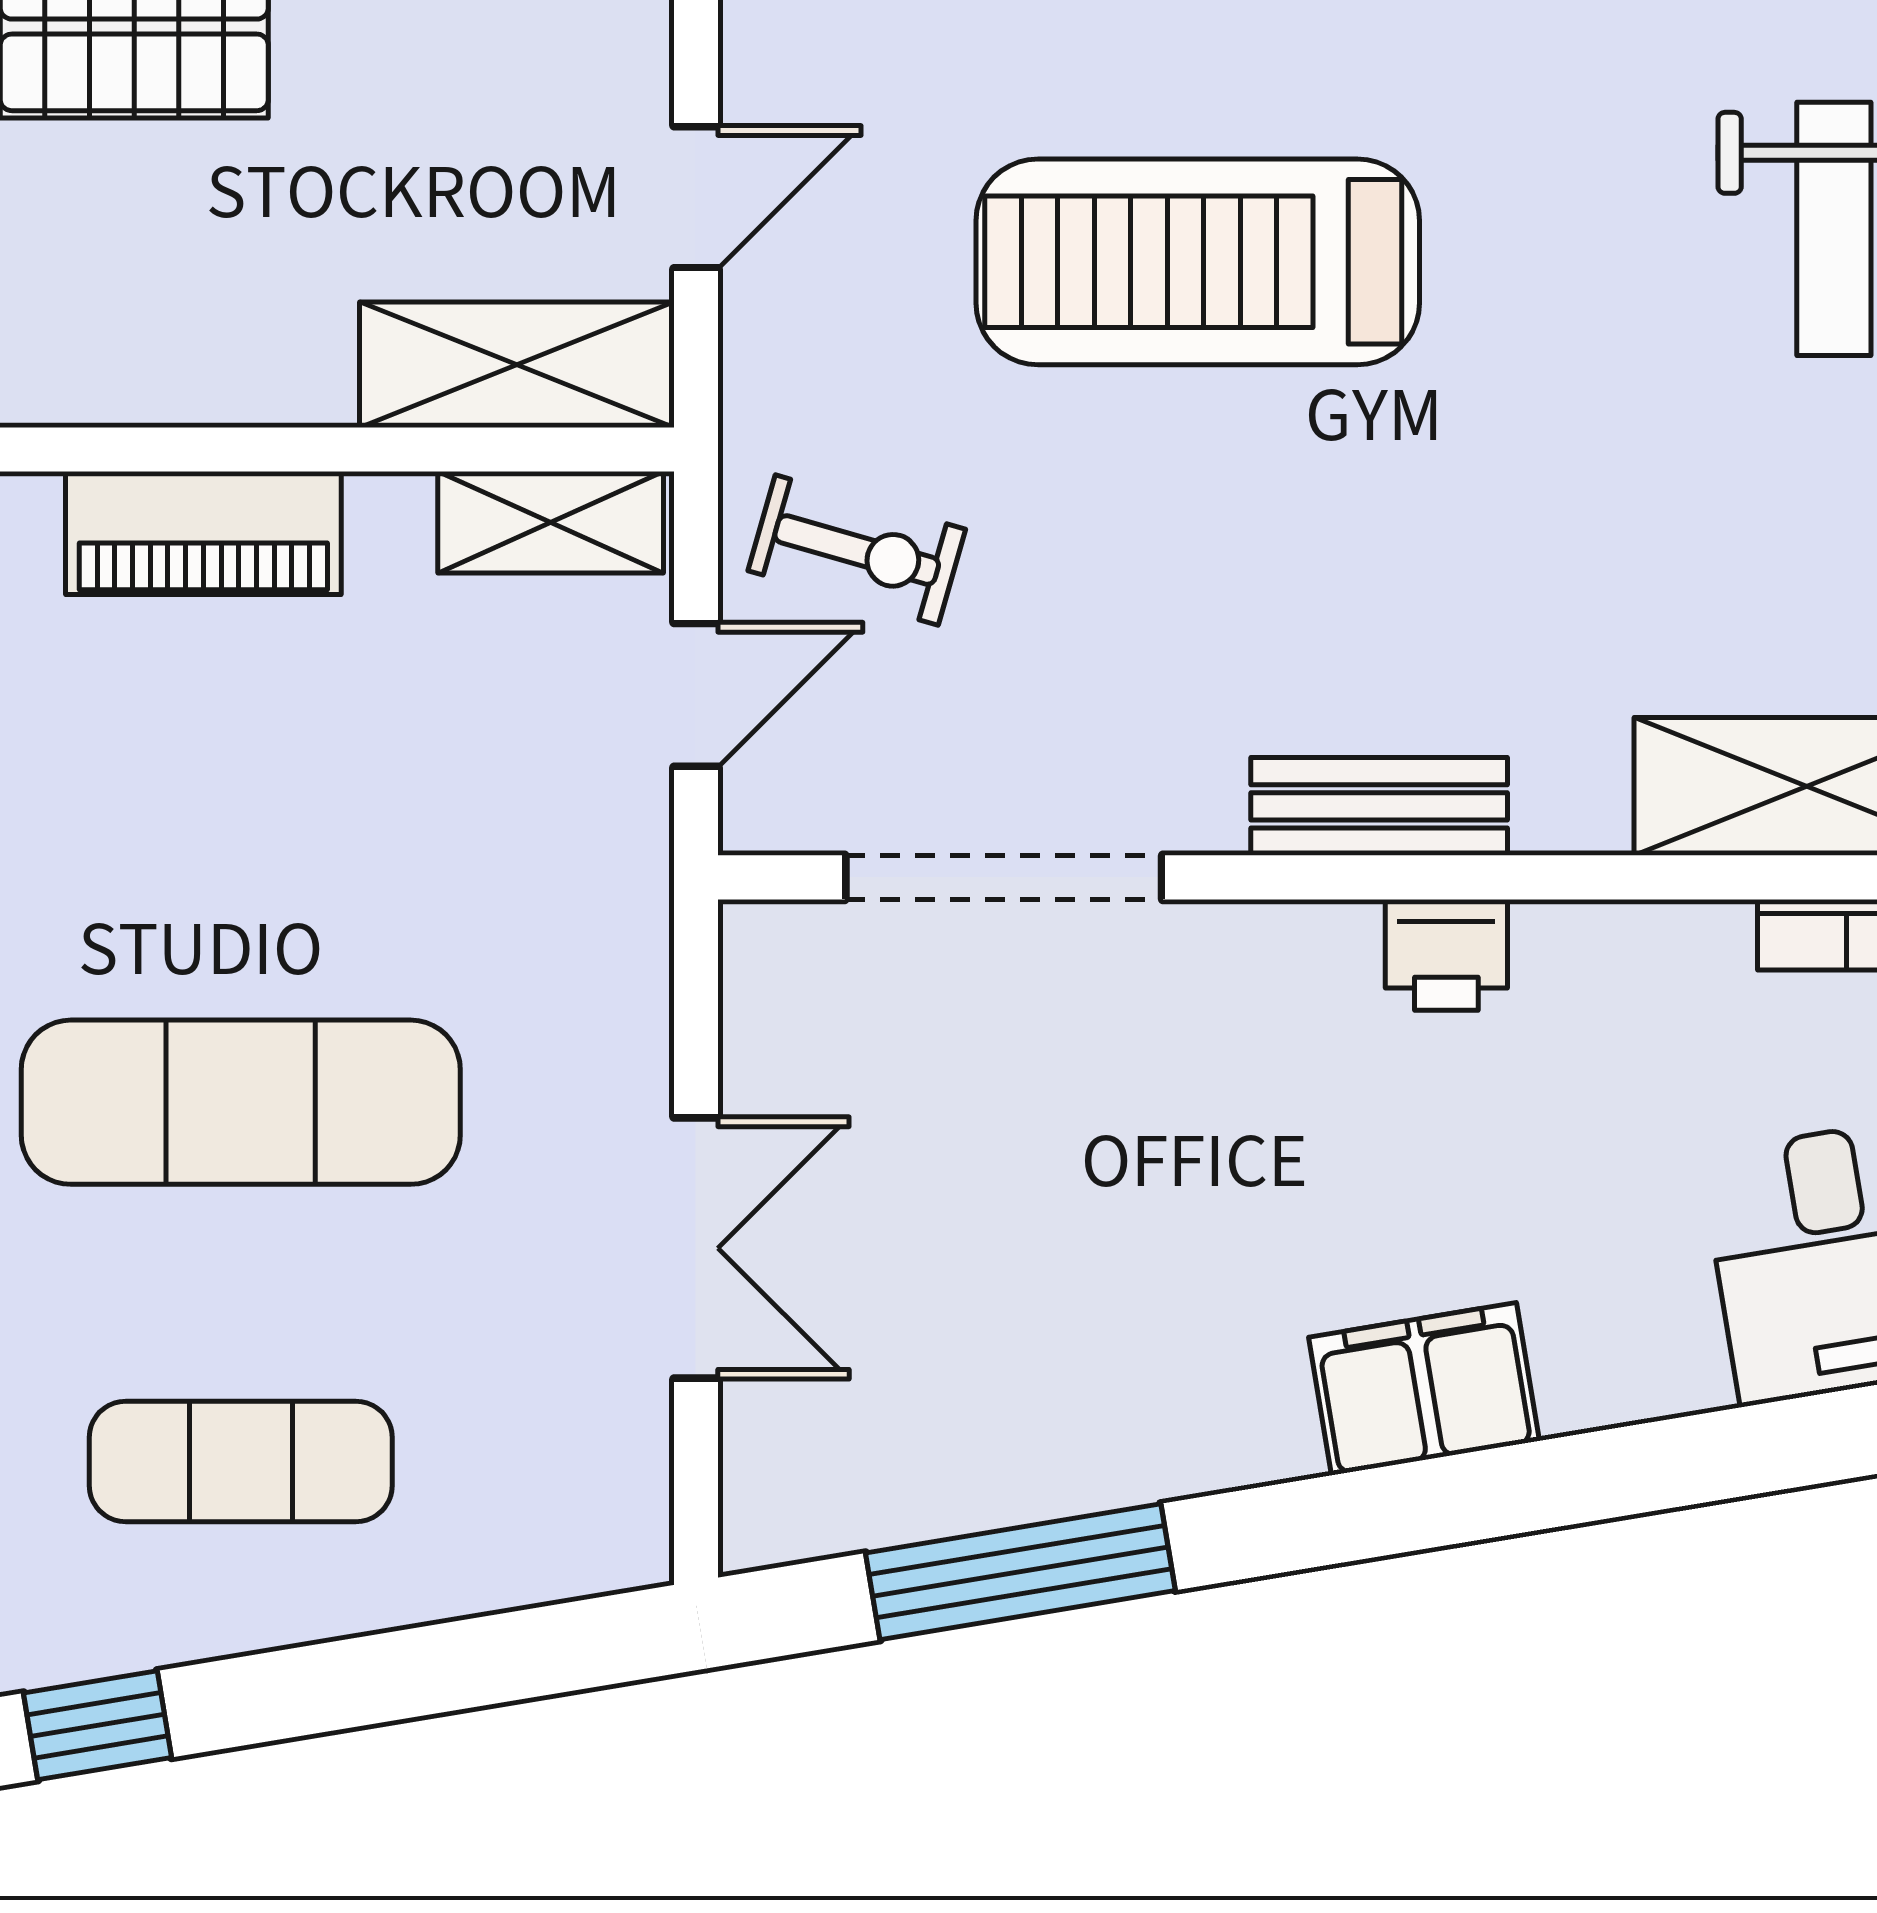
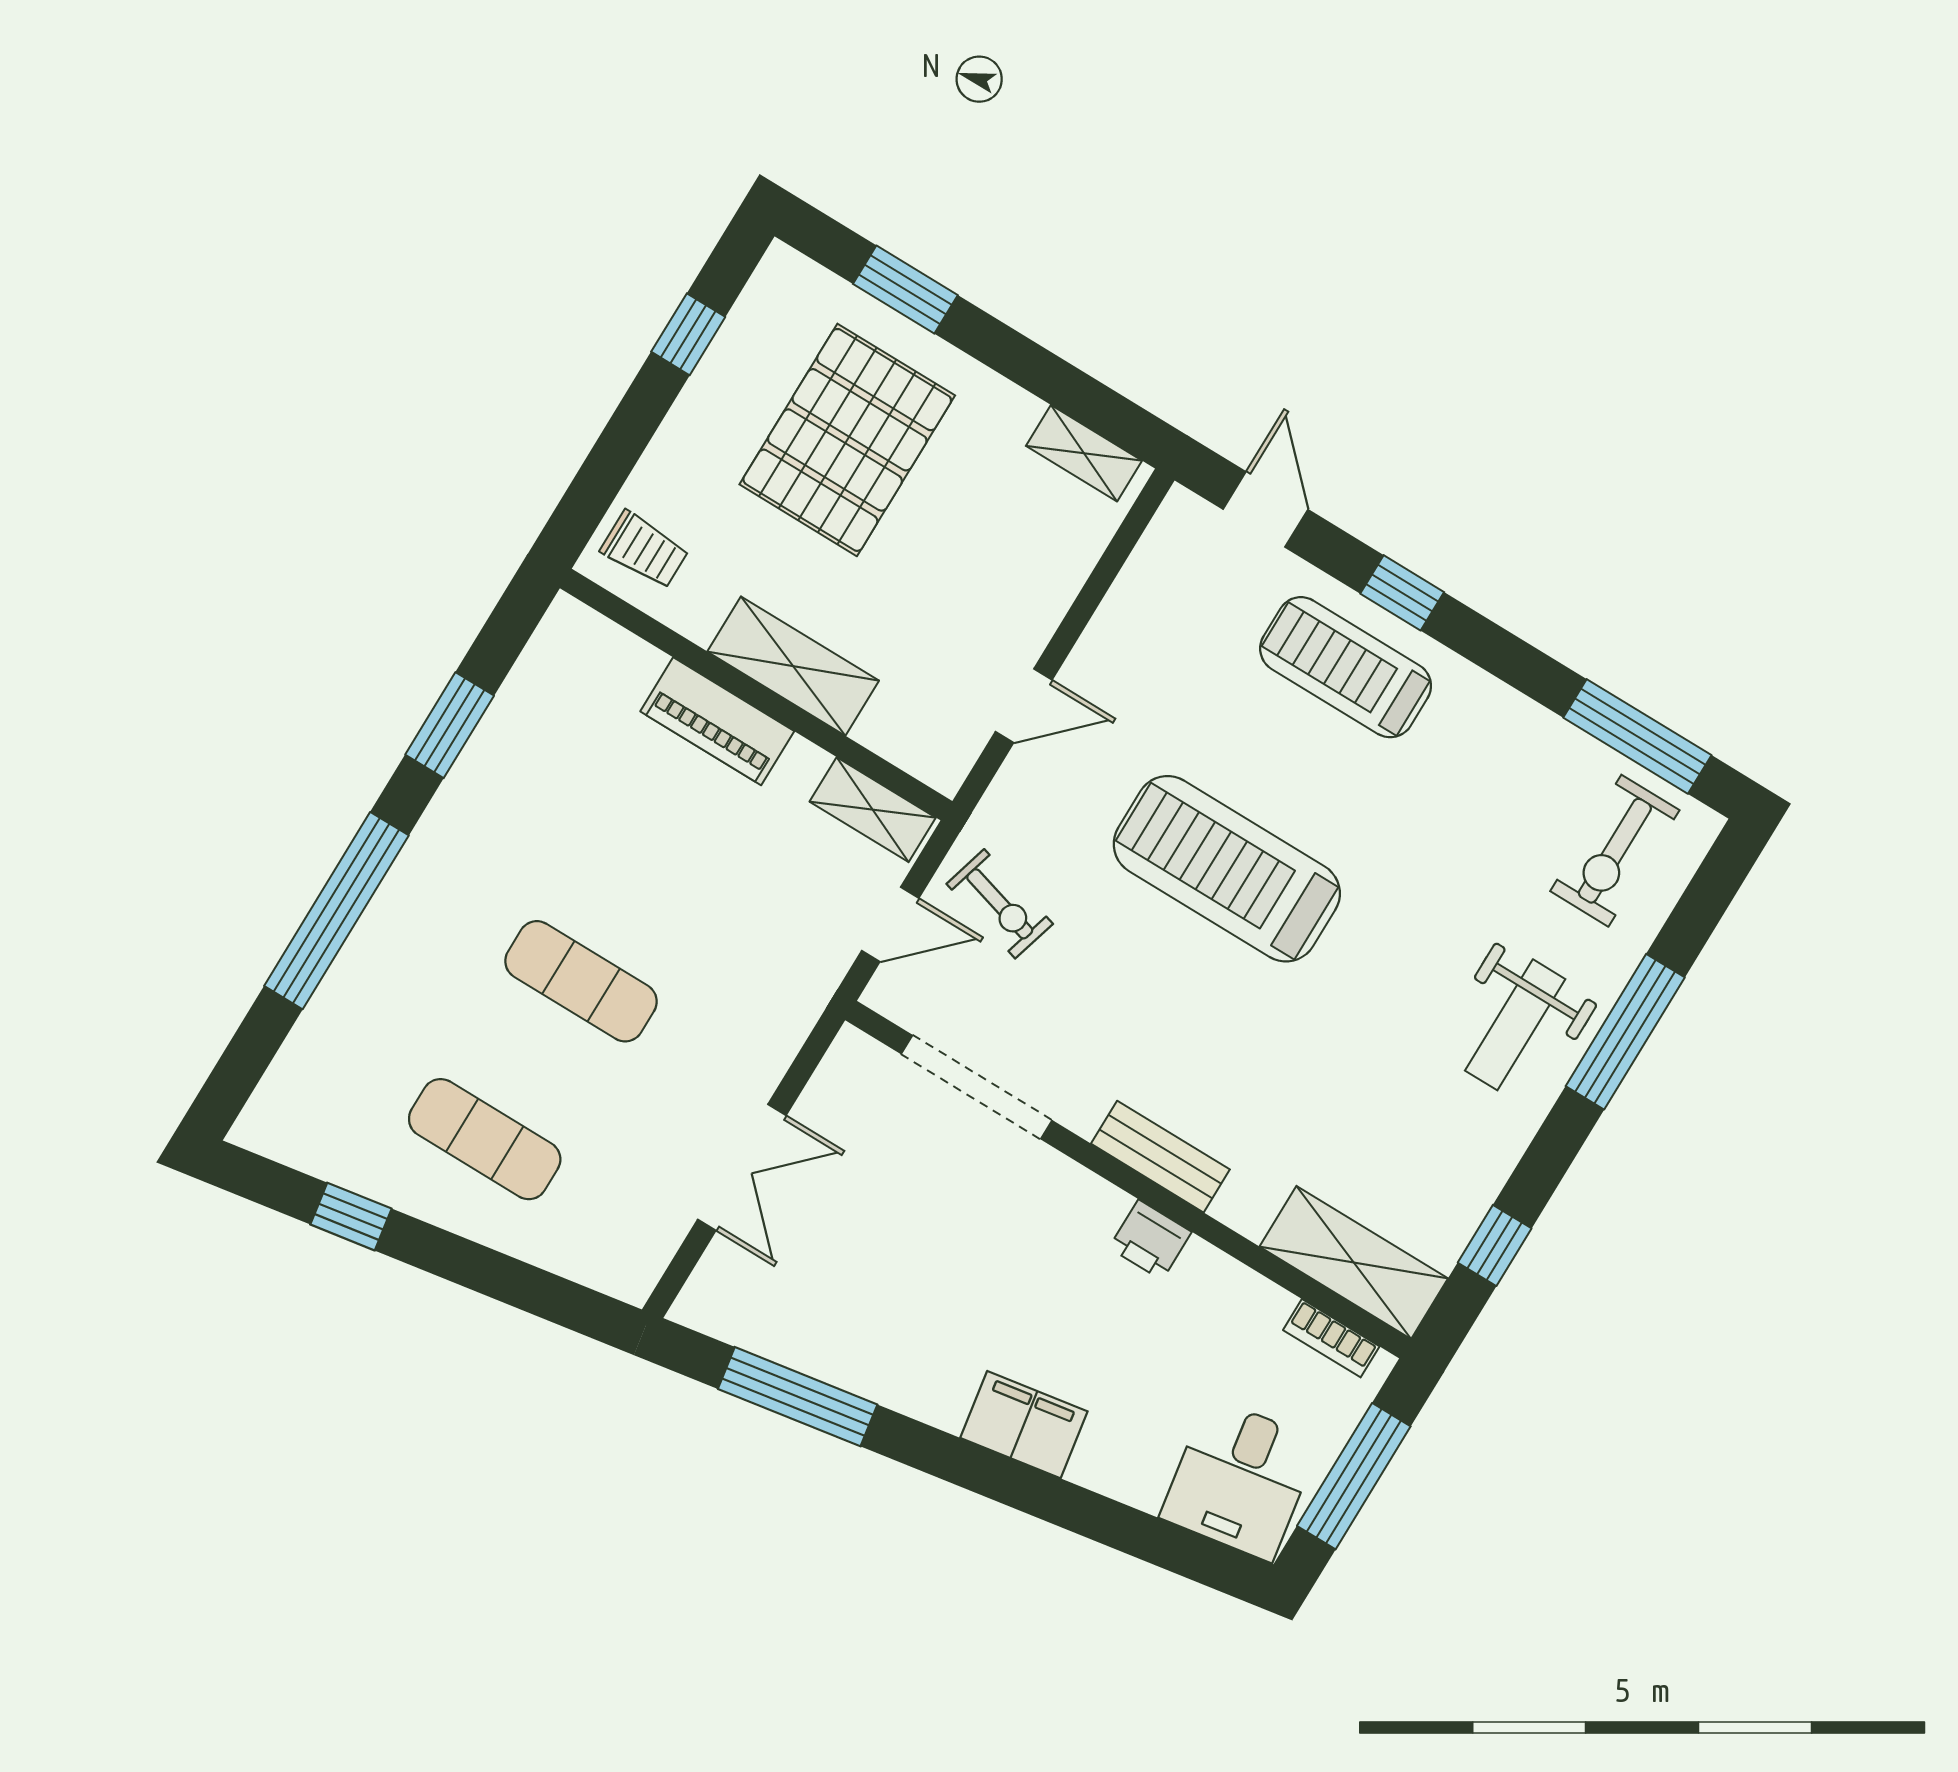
shelving: (517, 365) -> (793, 666), moved
exercise mat: (241, 1102) -> (581, 981), width x0.73, depth x0.69

